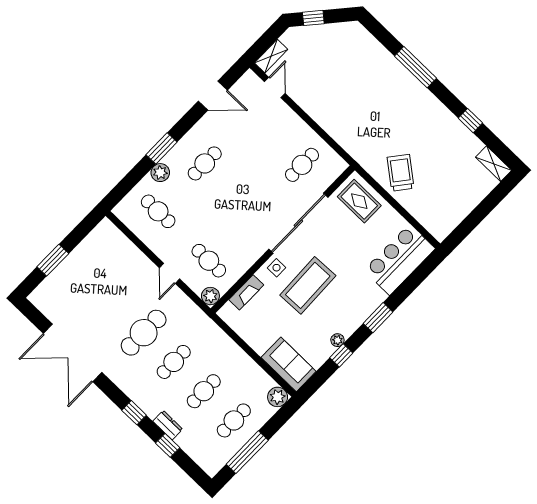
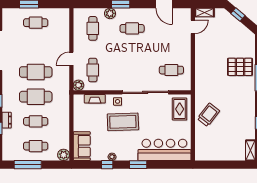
pallet: (380, 77) -> (240, 67), added
bar counter: (400, 259) -> (164, 150), width x1.36
cafe table: (83, 274) -> (36, 23), added
cafe table: (174, 362) -> (36, 97), width x1.37, depth x1.35

